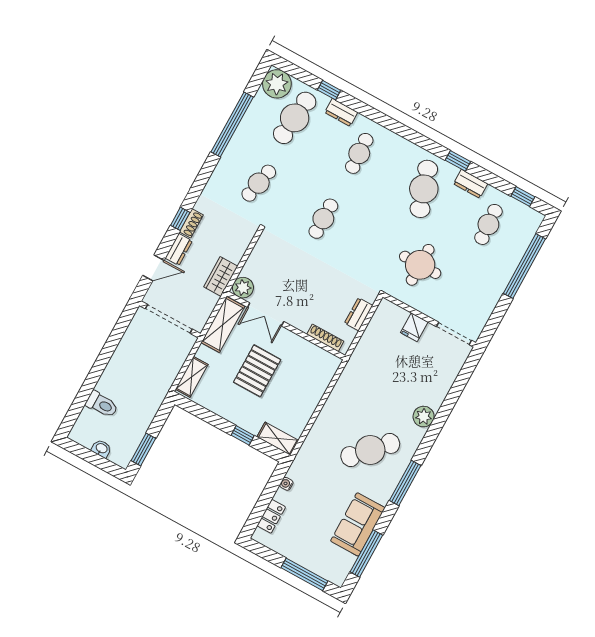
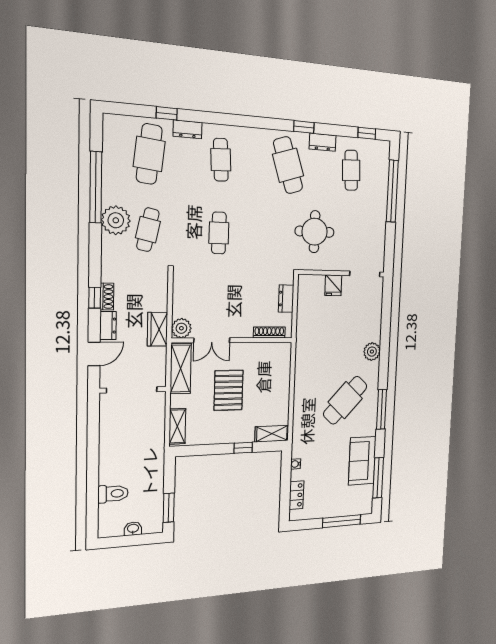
plant: (277, 84) -> (116, 220), moved

